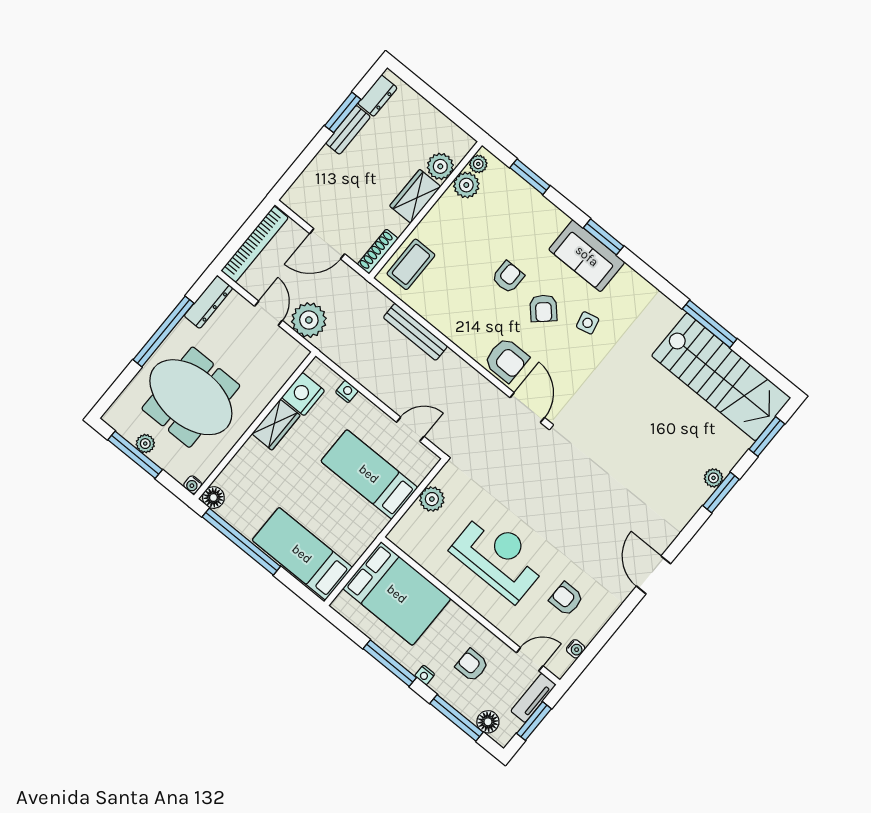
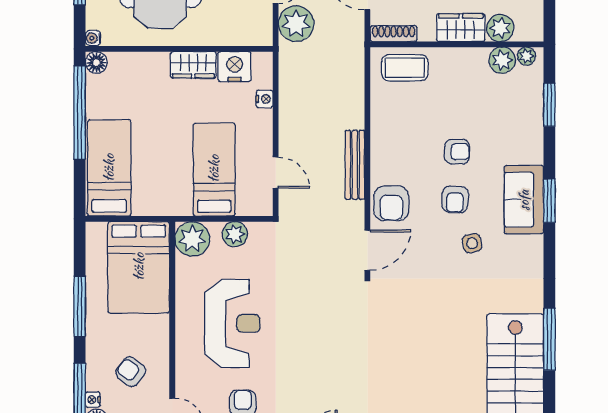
armchair: (543, 308) -> (455, 199), turned -44
bench: (415, 332) -> (355, 165), moved
plant: (409, 535) -> (192, 239), added
armchair: (472, 665) -> (131, 372), turned -53
nightstand: (425, 675) -> (93, 400), moved

